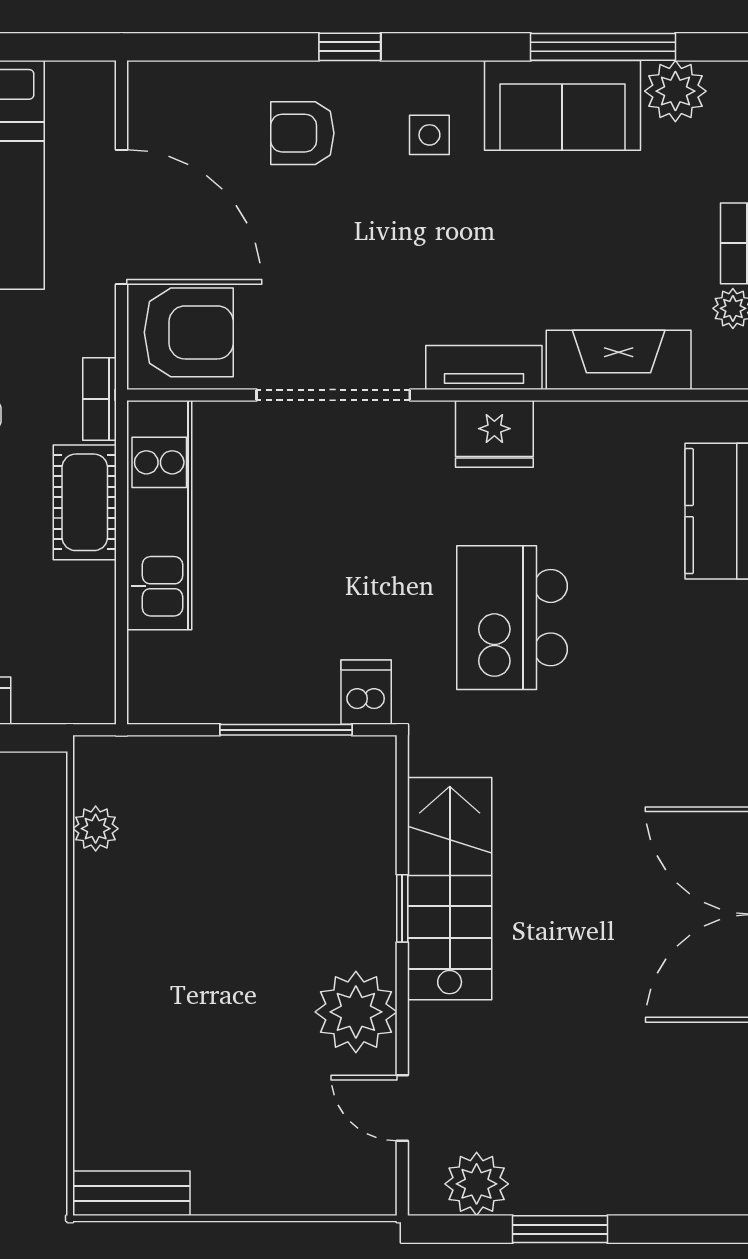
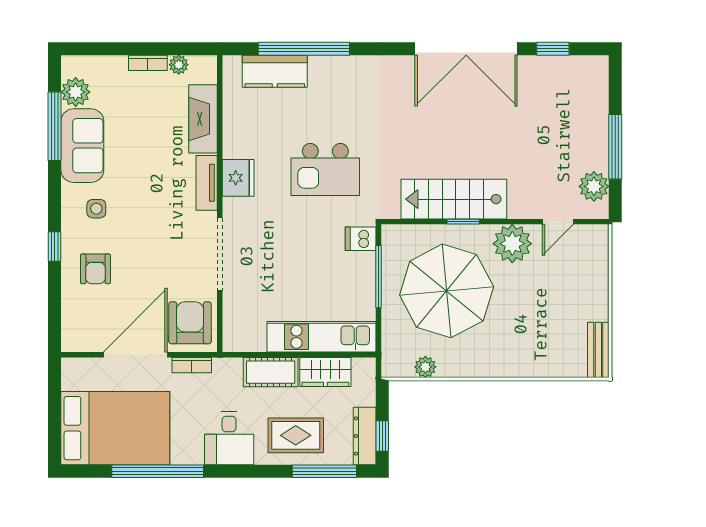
bookcase: (100, 399) -> (192, 365), moved
kitchen unit: (159, 515) -> (321, 337), moved
wardrobe: (85, 618) -> (325, 372), added
parasol: (256, 873) -> (447, 291), added
window: (560, 1229) -> (615, 147), width x1.44

